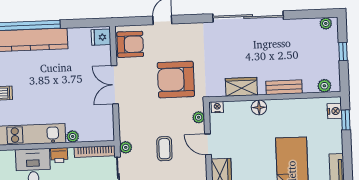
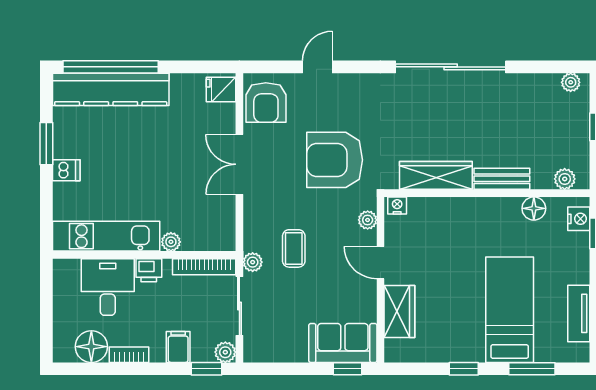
armchair: (130, 44) -> (266, 103), turned 90
wardrobe: (241, 87) -> (436, 175), width x1.50
floor lamp: (259, 107) -> (534, 208), moved
coffee table: (164, 149) -> (294, 248), moved

